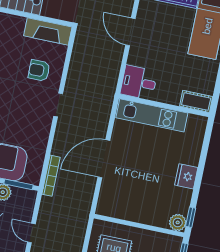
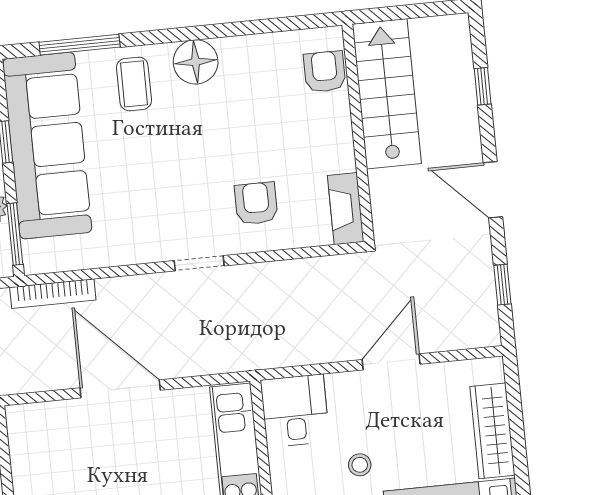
fireplace: (48, 31) -> (346, 209), width x0.73, depth x0.76
stool: (173, 61) -> (360, 465), added

